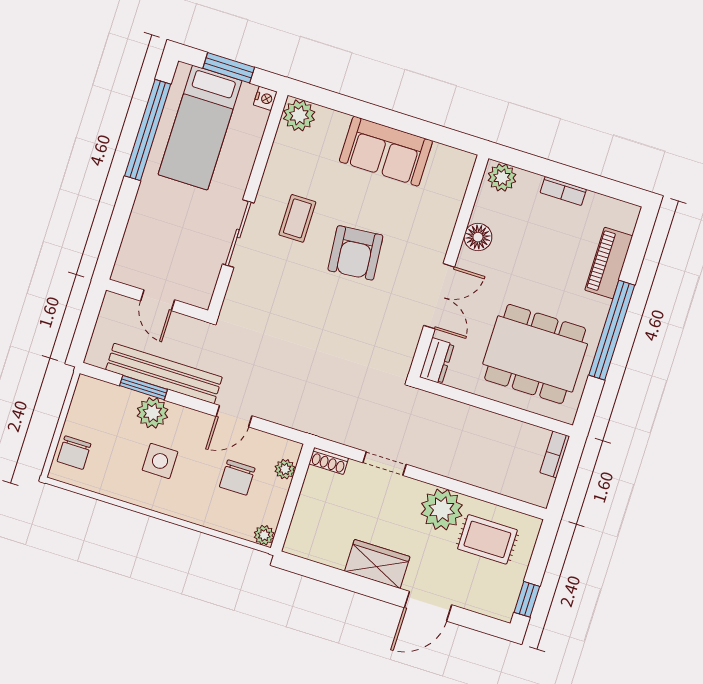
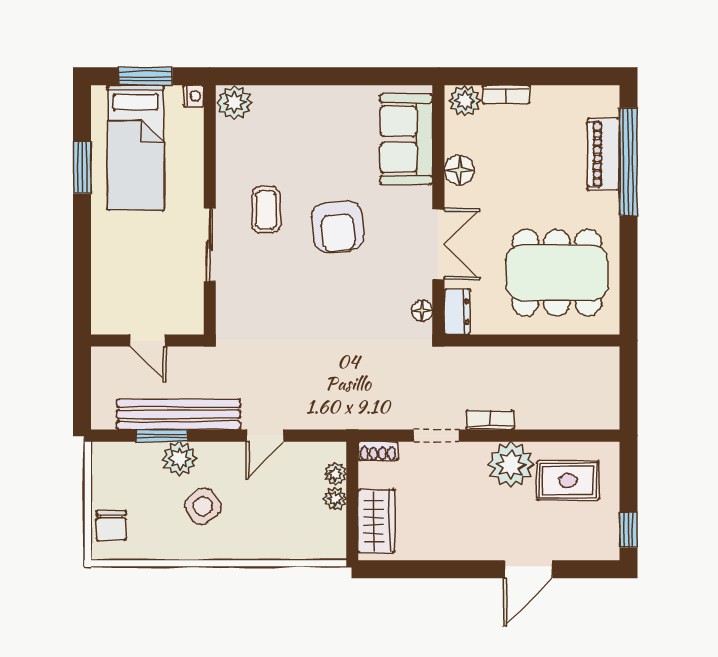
window: (148, 130) -> (82, 167), width x0.47
sofa: (386, 151) -> (406, 139), moved, turned 90
bookcase: (563, 191) -> (506, 95), moved
window: (612, 330) -> (628, 162), moved
floor lamp: (406, 350) -> (422, 311), added
bookcase: (555, 454) -> (490, 420), moved, turned 90
side table: (160, 461) -> (203, 506), turned -38
chair: (237, 478) -> (288, 498), removed
plant: (264, 535) -> (335, 499), moved
wardrobe: (377, 564) -> (377, 521), moved, turned 90

